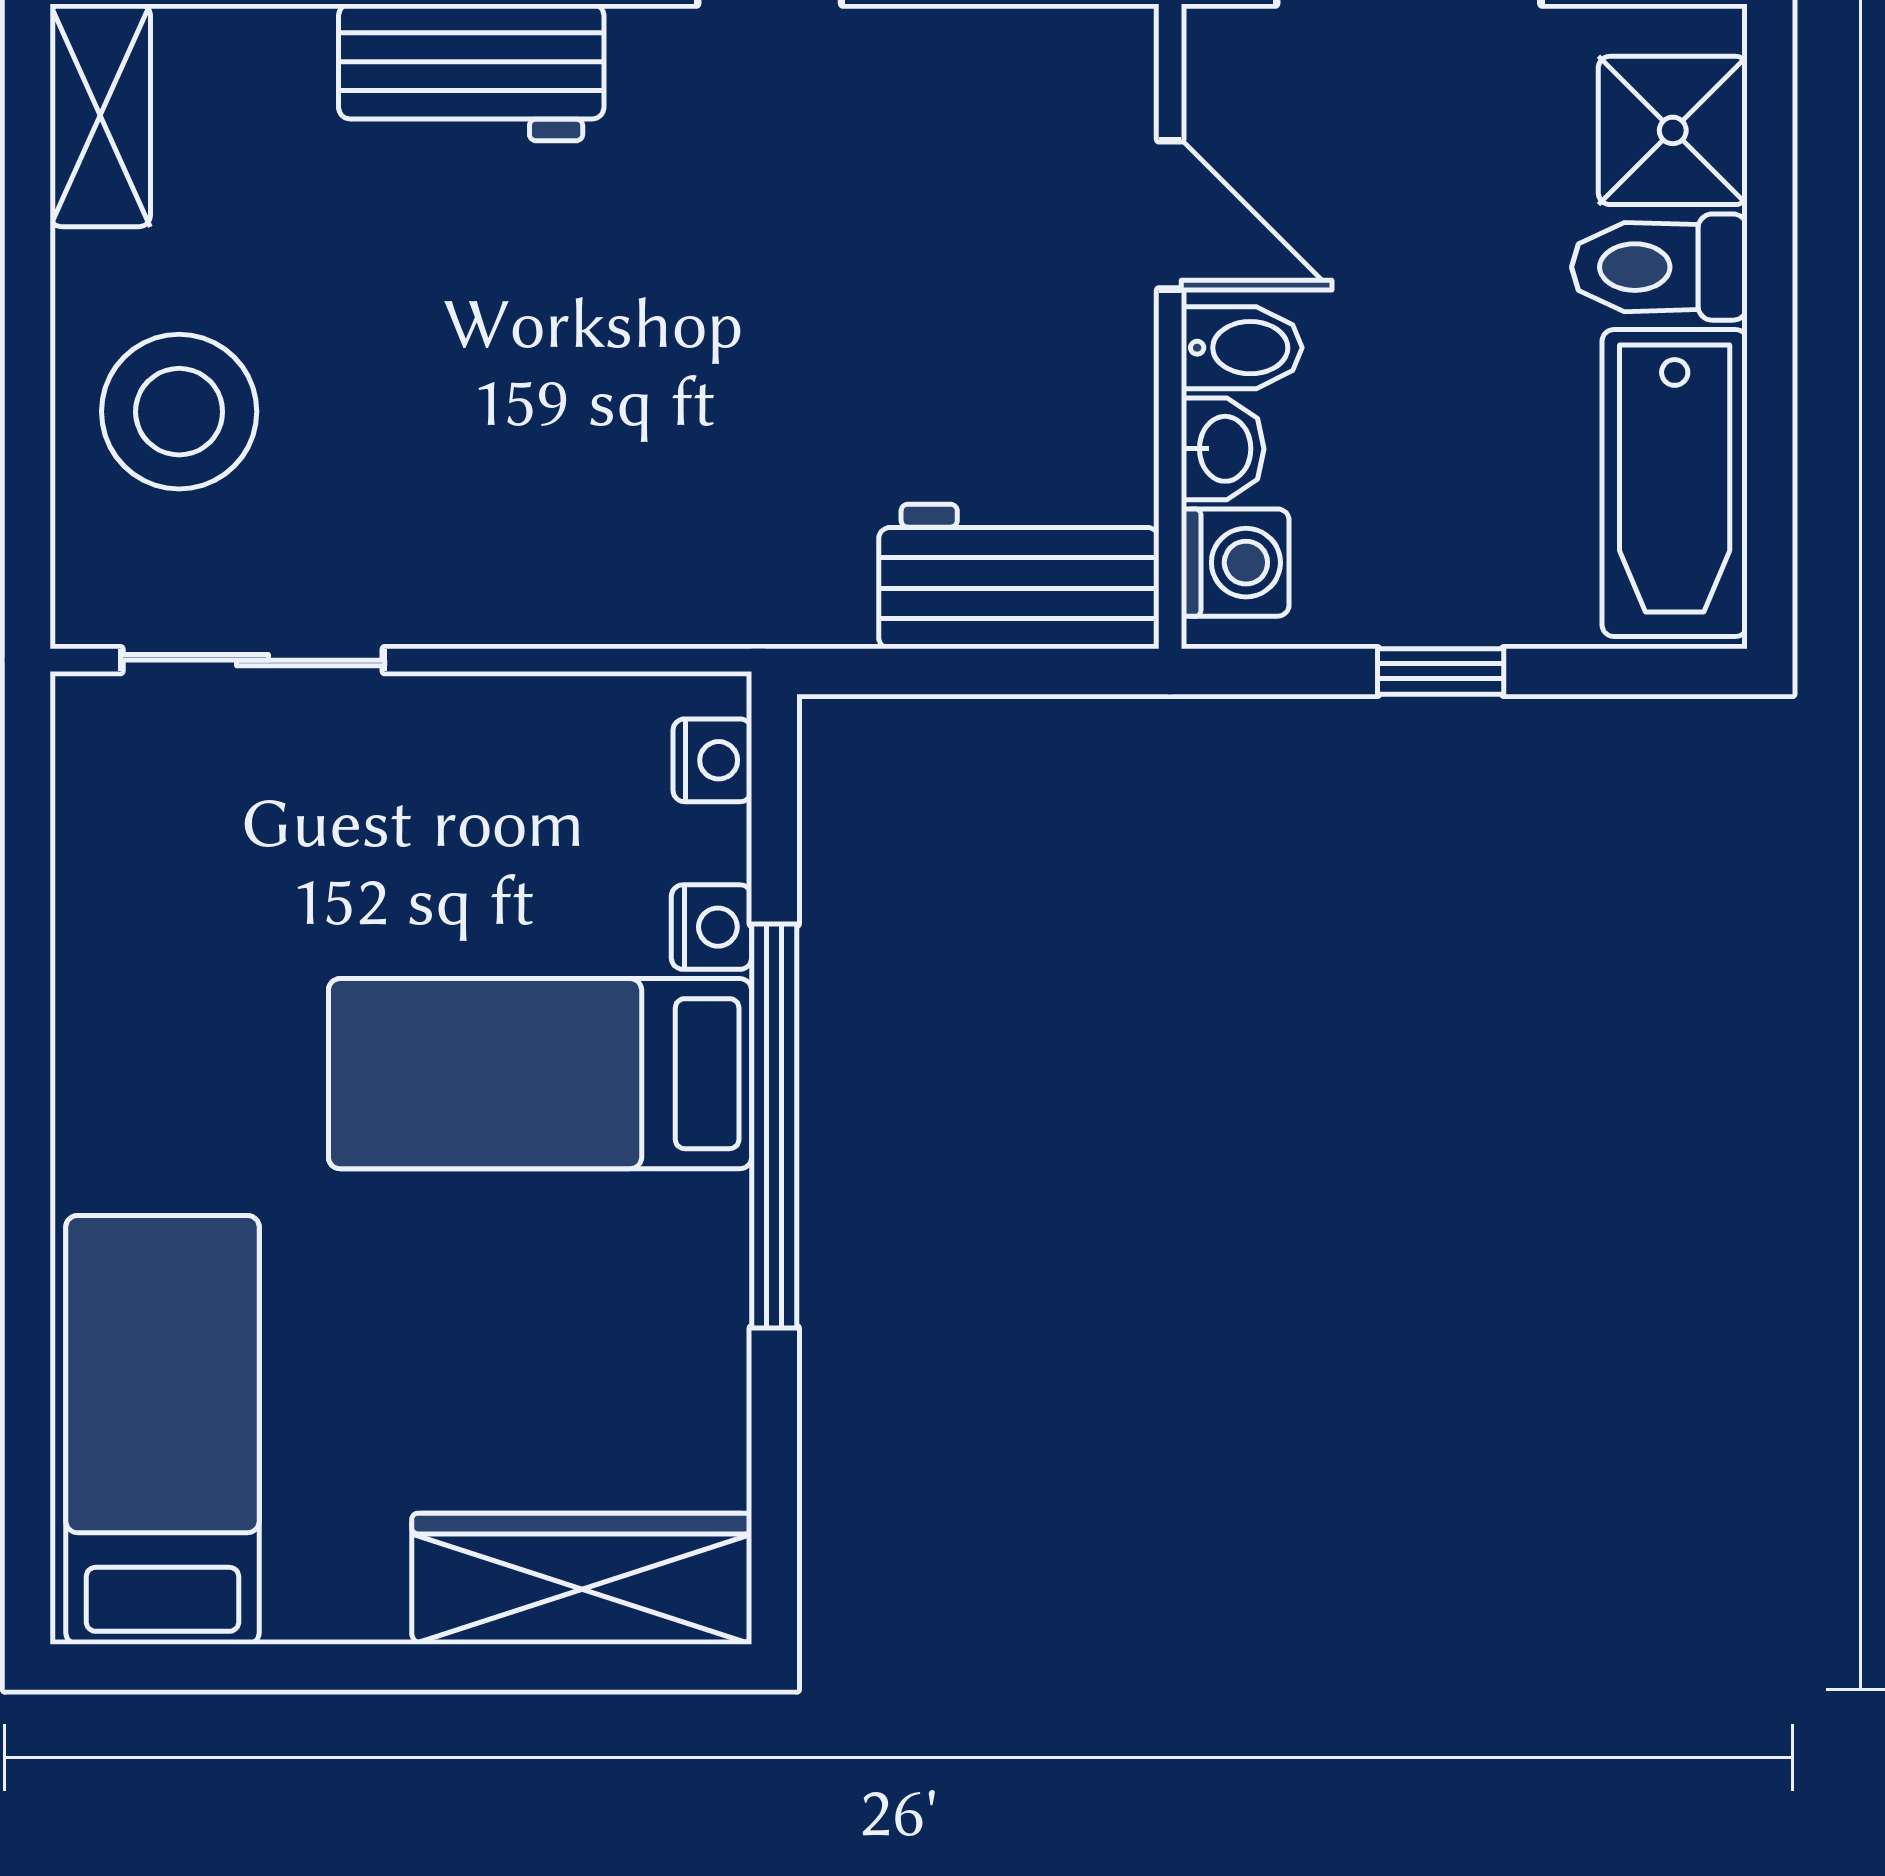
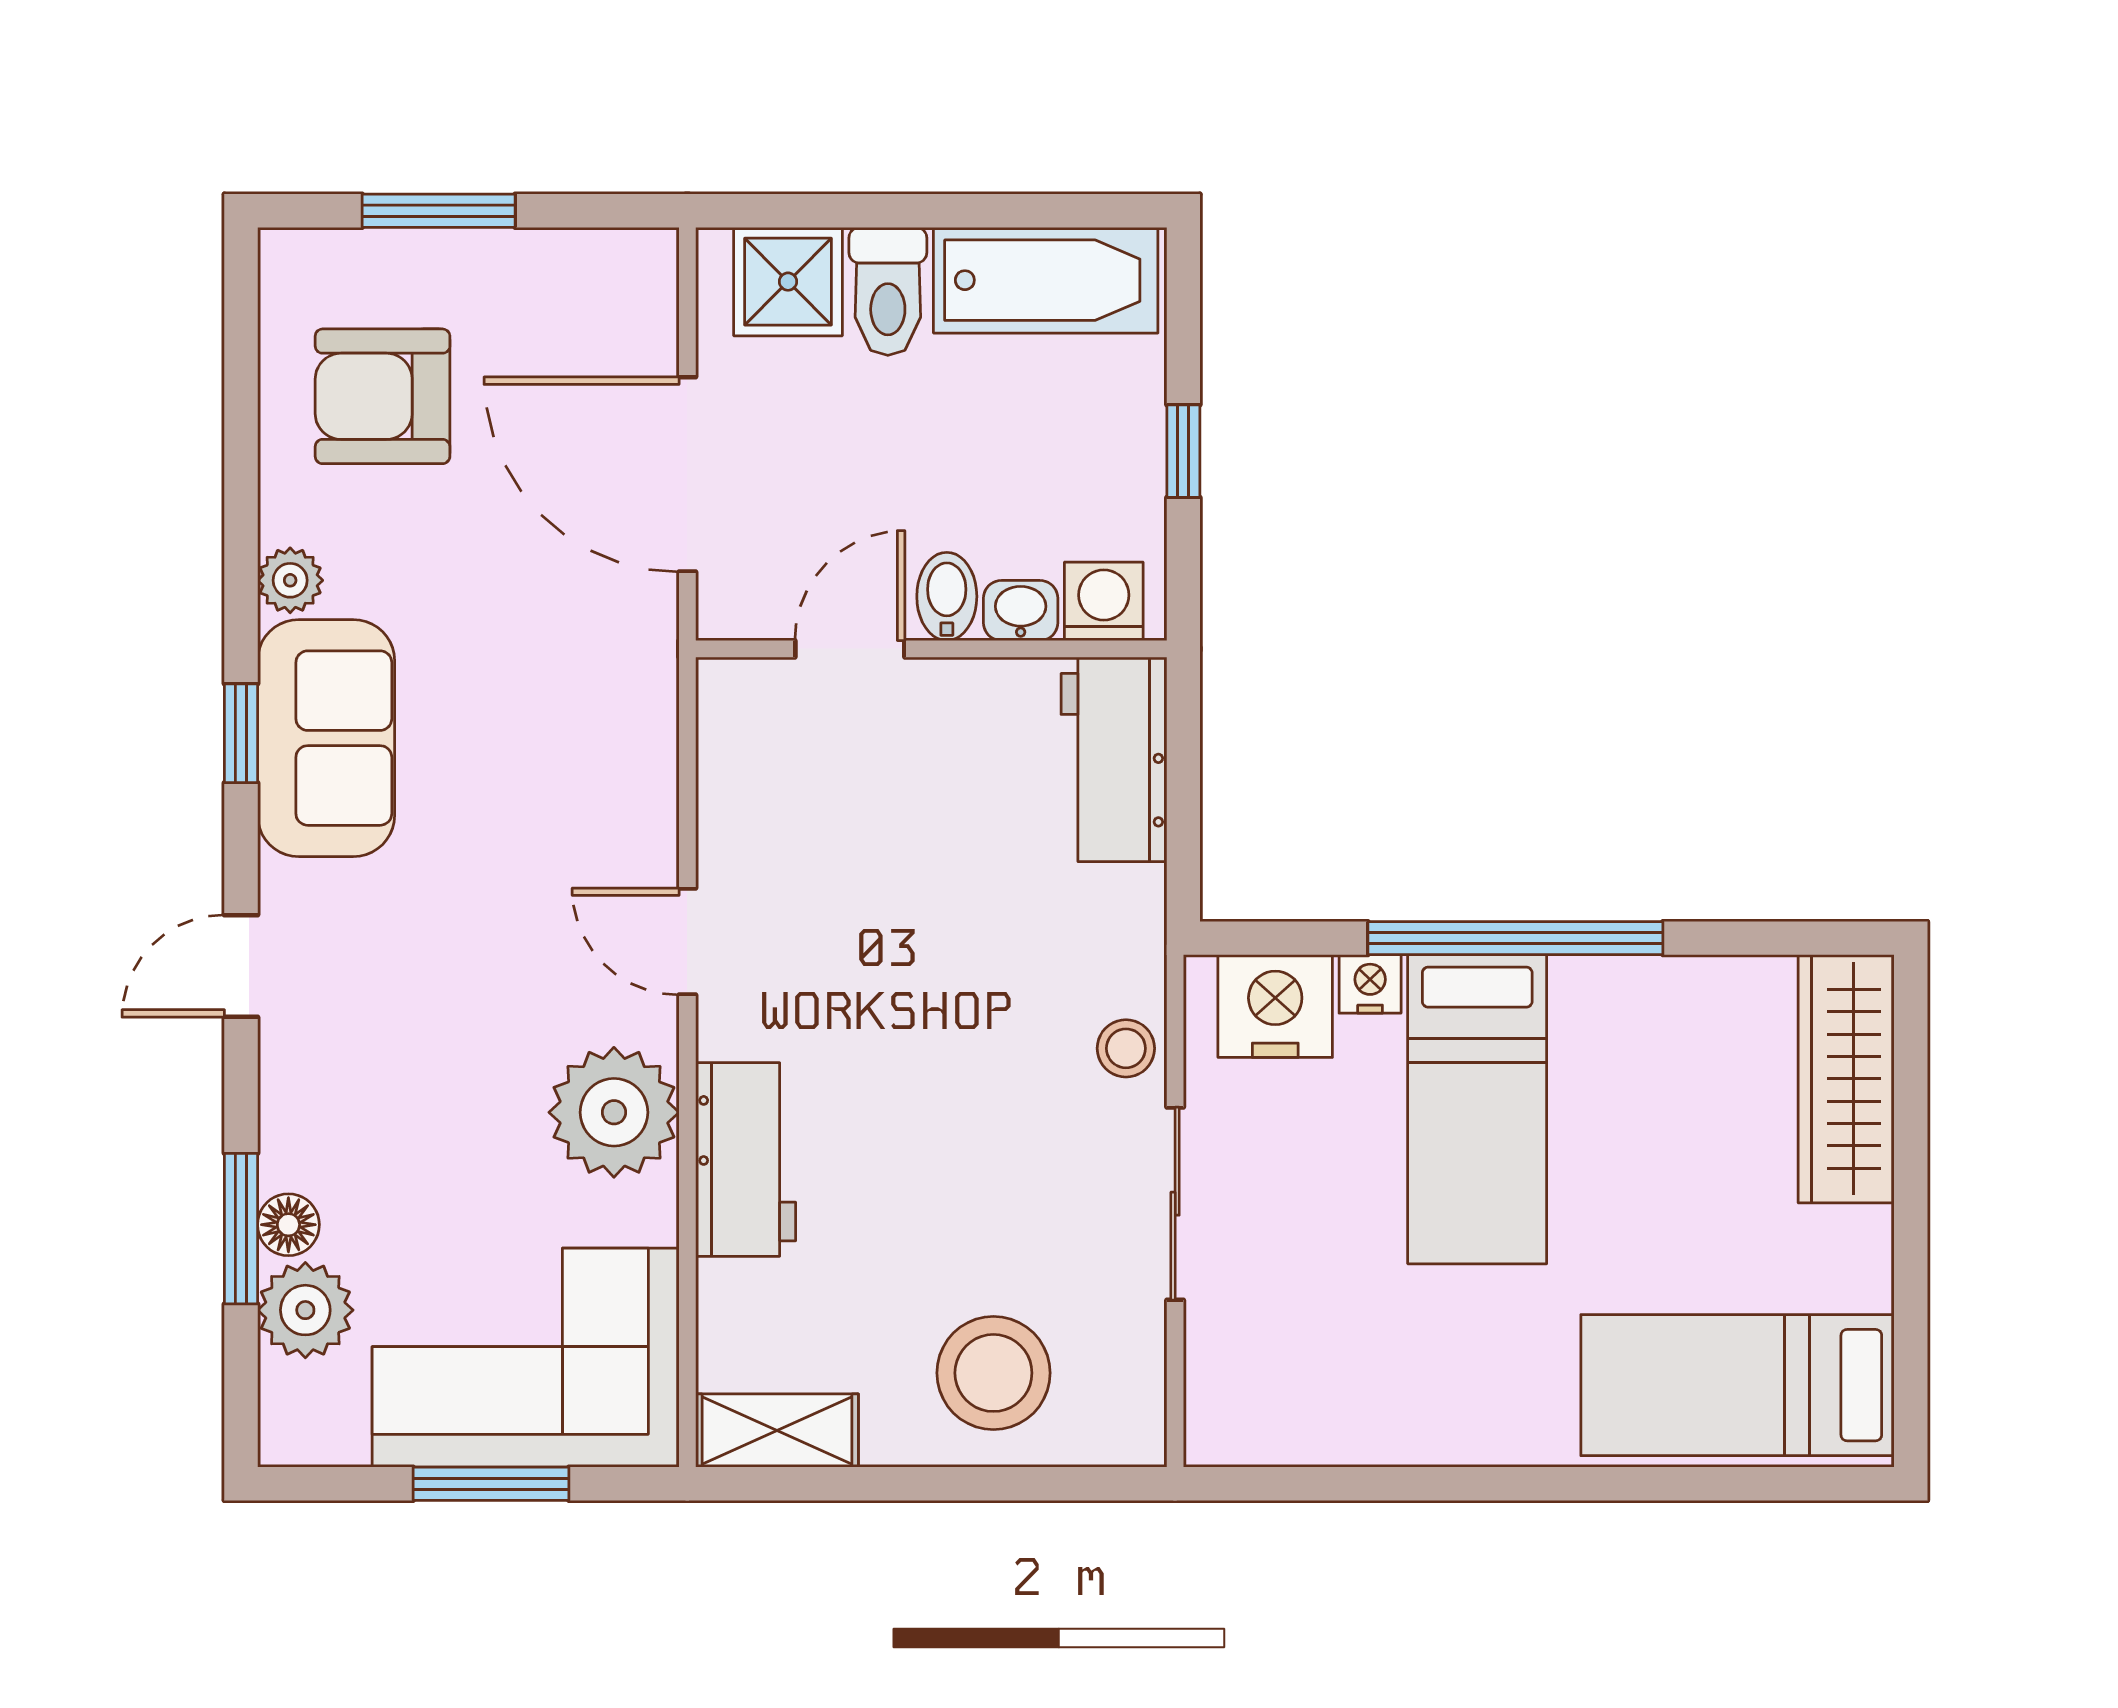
stool: (623, 593) -> (1126, 1048), added
sliding door: (253, 660) -> (1175, 1204), moved
nightstand: (712, 760) -> (1275, 1006), width x1.89, depth x1.79

